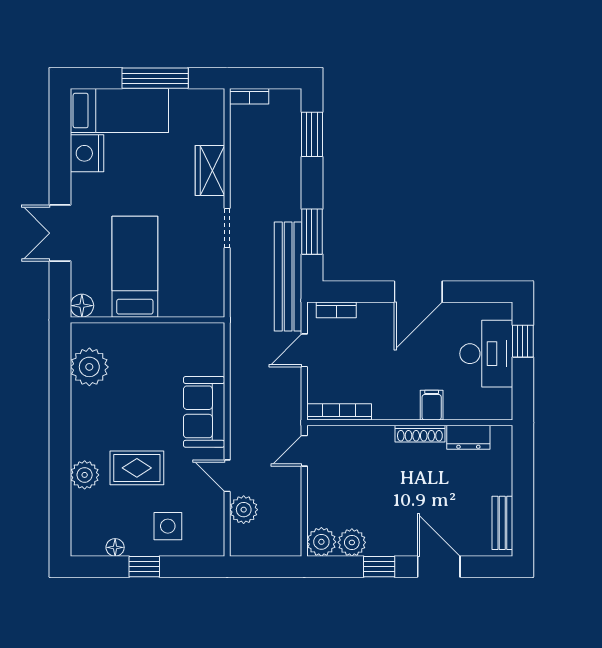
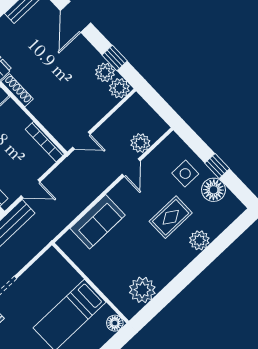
sofa: (204, 412) -> (98, 222), moved
rug: (137, 468) -> (171, 217), turned 90
floor lamp: (115, 547) -> (214, 190), width x1.89, depth x1.89
window: (379, 567) -> (115, 58), moved

